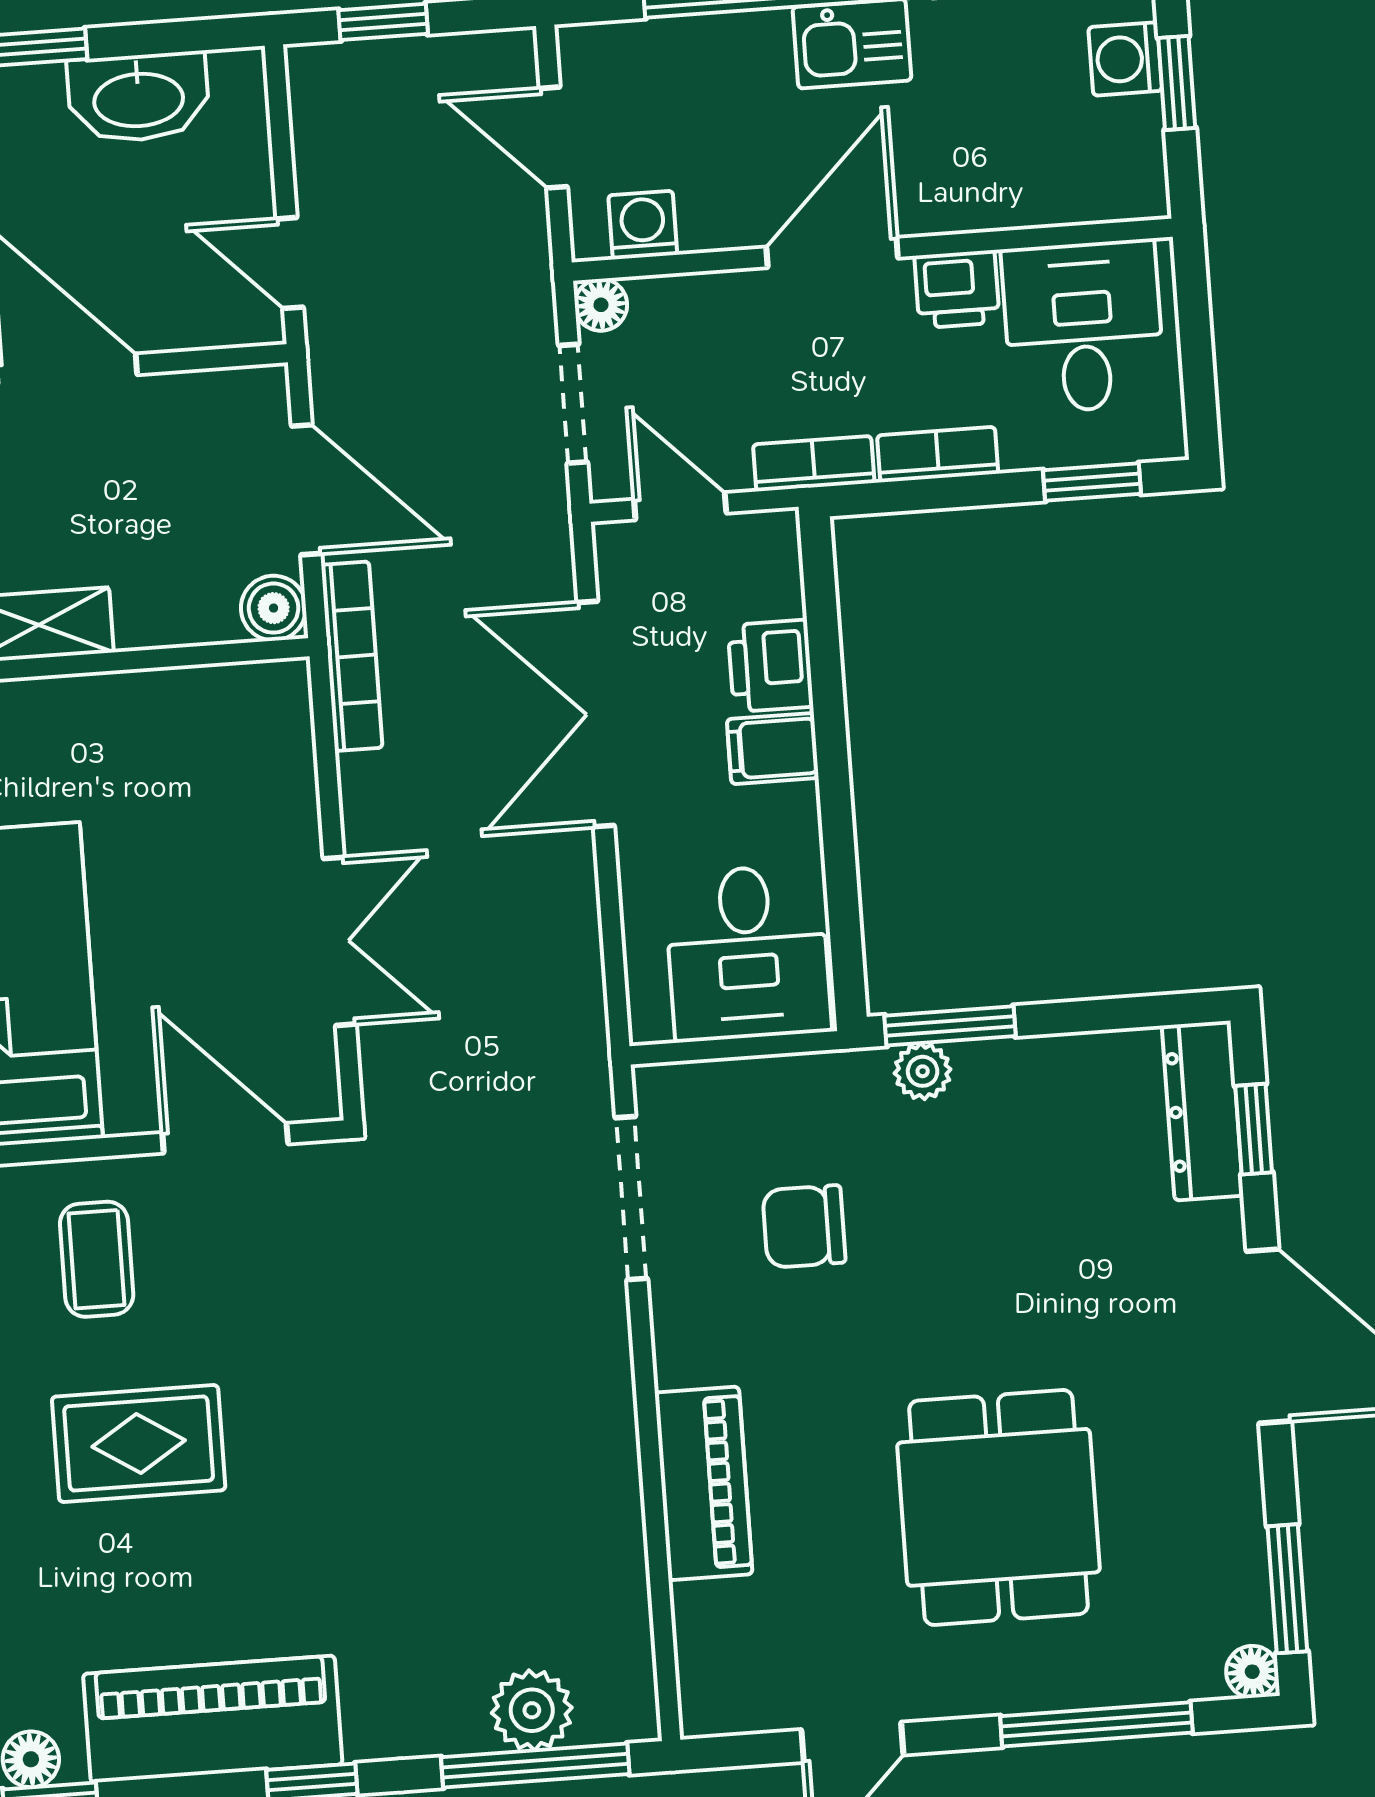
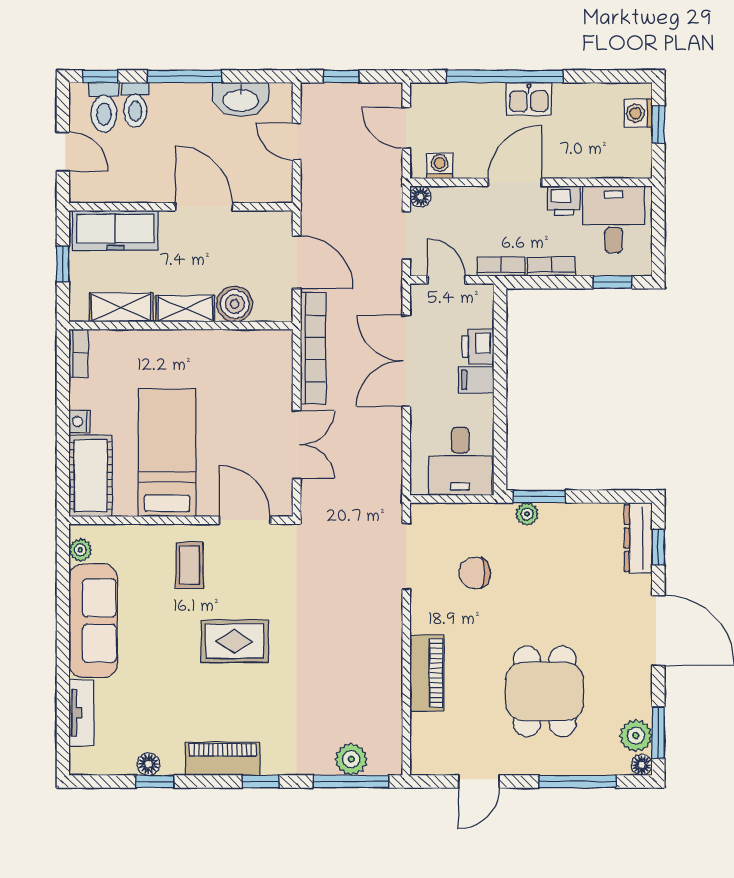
door: (290, 263) -> (297, 141), moved
boiler: (274, 608) -> (235, 304), moved, width x1.36, depth x1.36
bookcase: (352, 656) -> (313, 348), width x1.48, depth x1.31
rug: (139, 1443) -> (235, 641), moved
plant: (1232, 1600) -> (636, 736), added
piano: (213, 1719) -> (223, 759), width x0.73, depth x0.75

